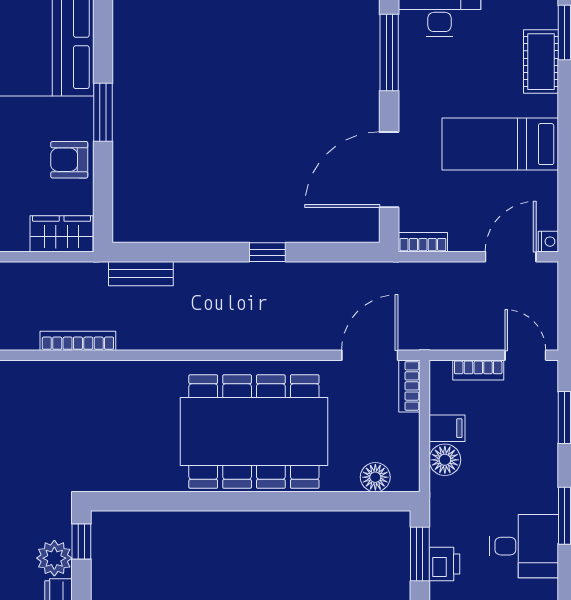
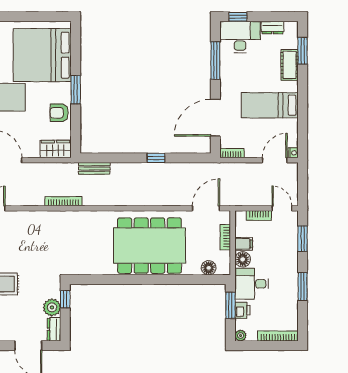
bookcase: (409, 386) -> (225, 237), moved
desk: (524, 546) -> (252, 284), moved, turned 180

